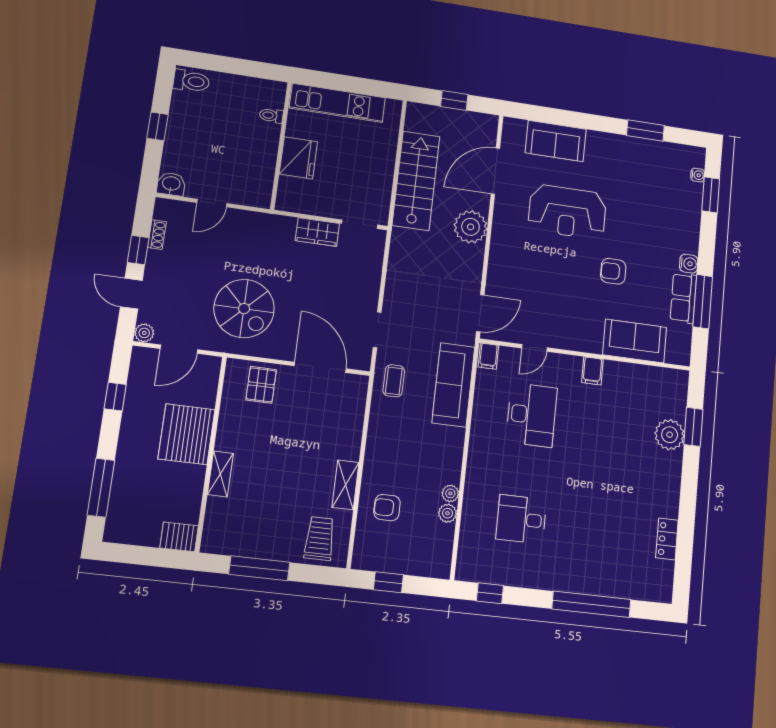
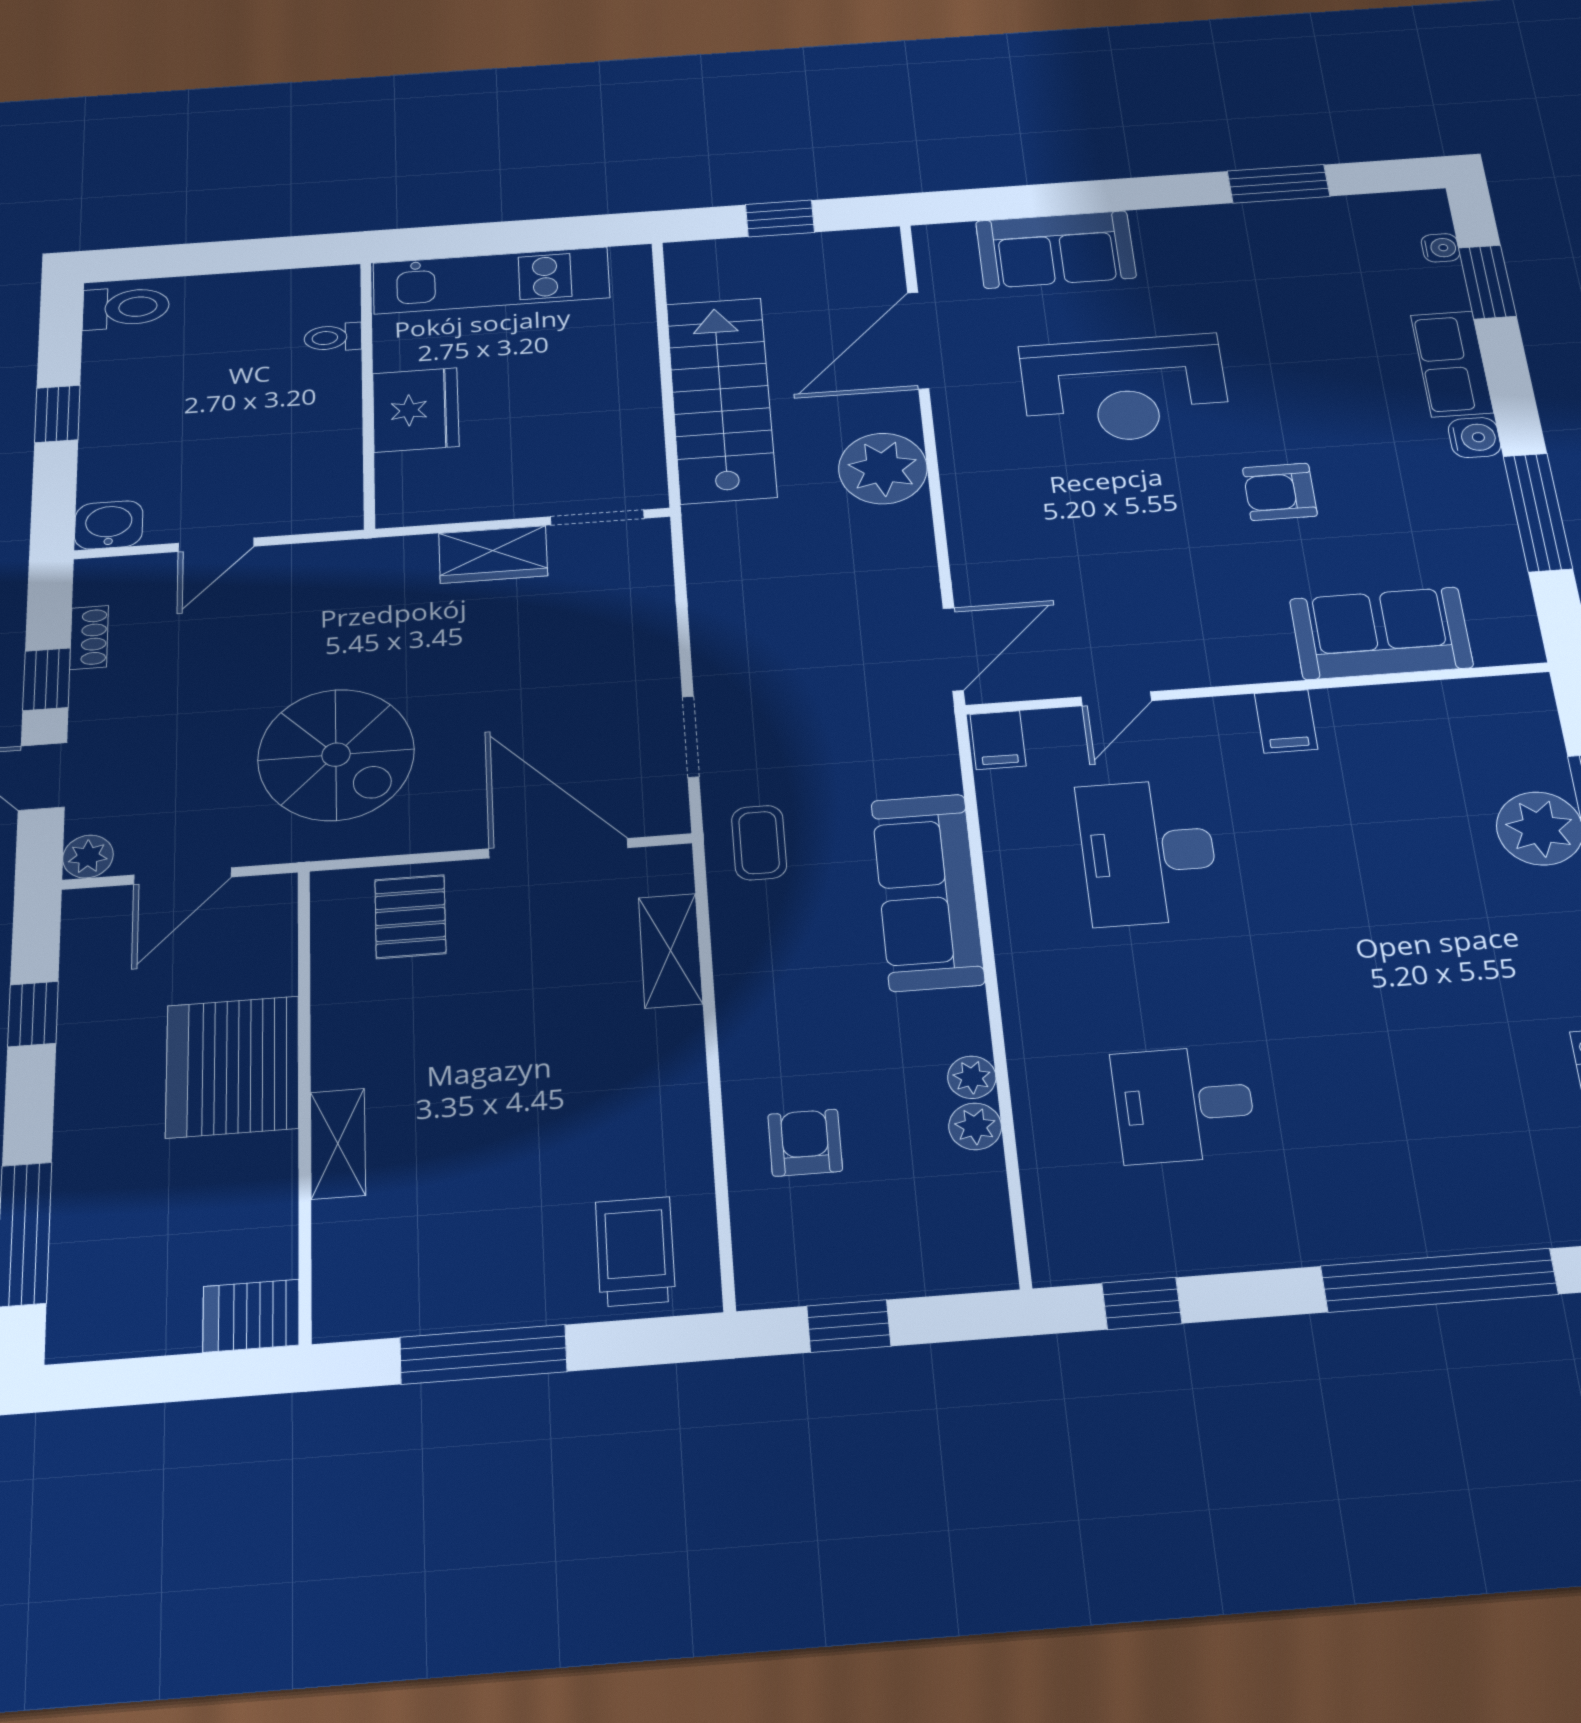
row of seats: (683, 298) -> (1452, 364), moved
sofa: (453, 385) -> (927, 892), moved
desk: (532, 415) -> (1148, 852), turned 180
shelving: (345, 485) -> (670, 951), moved
armchair: (387, 508) -> (805, 1143), turned 90

